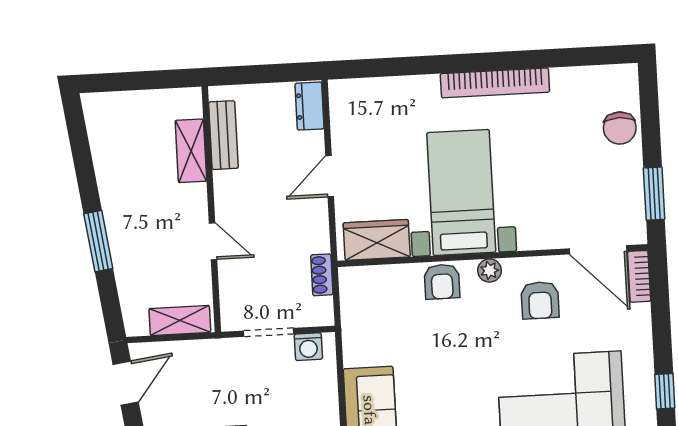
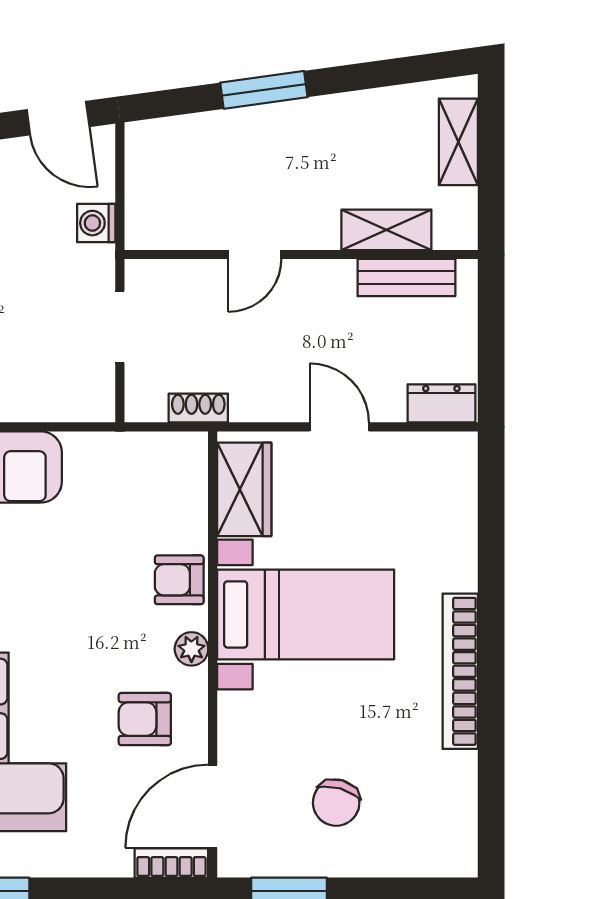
chair: (620, 128) -> (336, 803), moved, turned -74
shelving: (180, 321) -> (458, 142), moved
washing machine: (308, 347) -> (96, 223), moved

